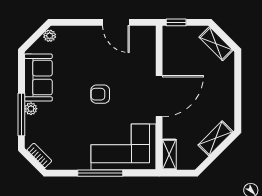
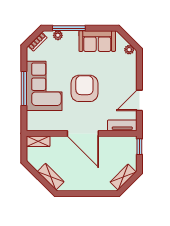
tv unit: (149, 45) -> (122, 125), added
armchair: (100, 94) -> (84, 88), width x1.88, depth x1.88
plant: (31, 109) -> (58, 35), moved
corner sofa: (123, 147) -> (44, 86), moved

